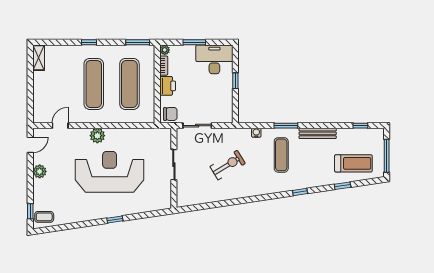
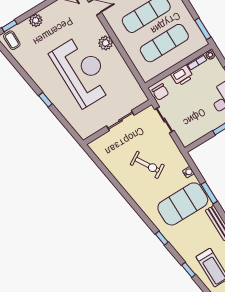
exercise mat: (281, 155) -> (183, 204), width x2.00, depth x1.45
plant: (40, 171) -> (36, 20), moved

